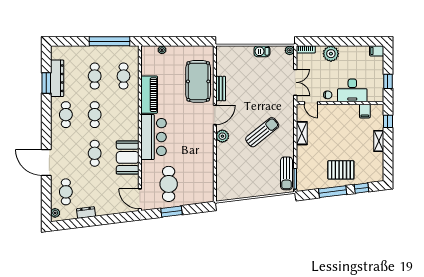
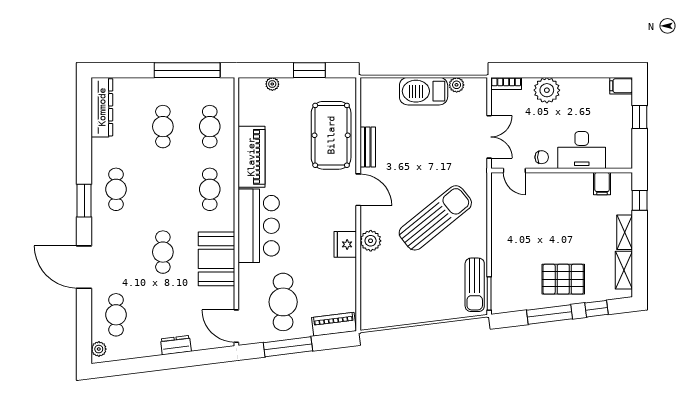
window: (185, 41) -> (309, 70), added
plant: (290, 50) -> (457, 85), moved
barbecue: (262, 51) -> (424, 91), width x1.88, depth x1.53
dresser: (57, 78) -> (102, 107), moved
window: (388, 81) -> (640, 117), moved
window: (46, 83) -> (84, 201), moved
cafe table: (95, 115) -> (210, 189), moved
door: (215, 115) -> (358, 190), hinge flipped
sun lounger: (262, 132) -> (435, 218), width x1.36, depth x1.34
shelving: (302, 133) -> (624, 270), moved
plant: (222, 136) -> (371, 241), moved
fridge: (207, 149) -> (345, 244), added
piano: (200, 198) -> (334, 324), added
window: (172, 212) -> (288, 347), width x1.44
dresser: (86, 213) -> (176, 345), moved

